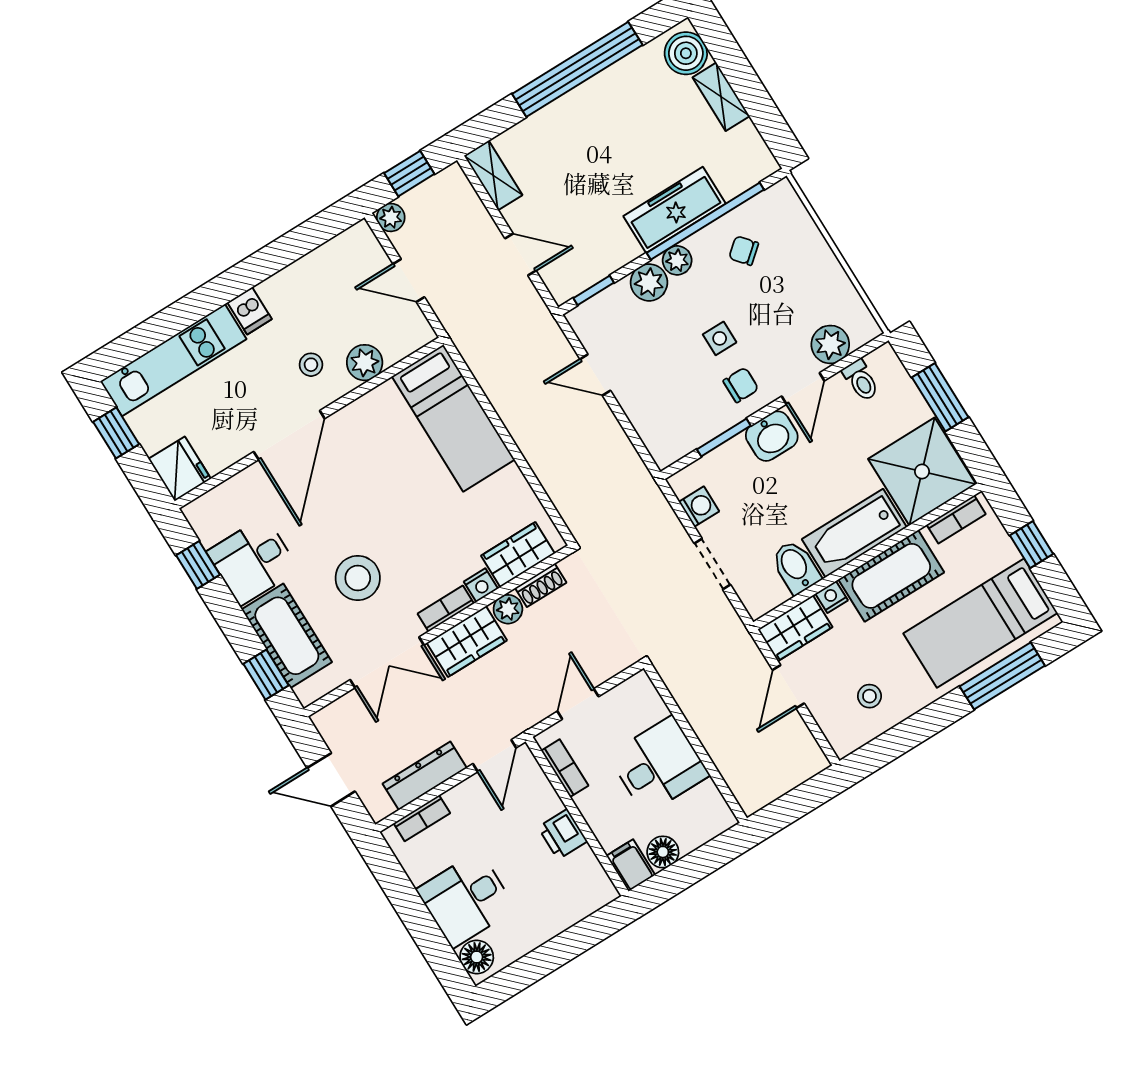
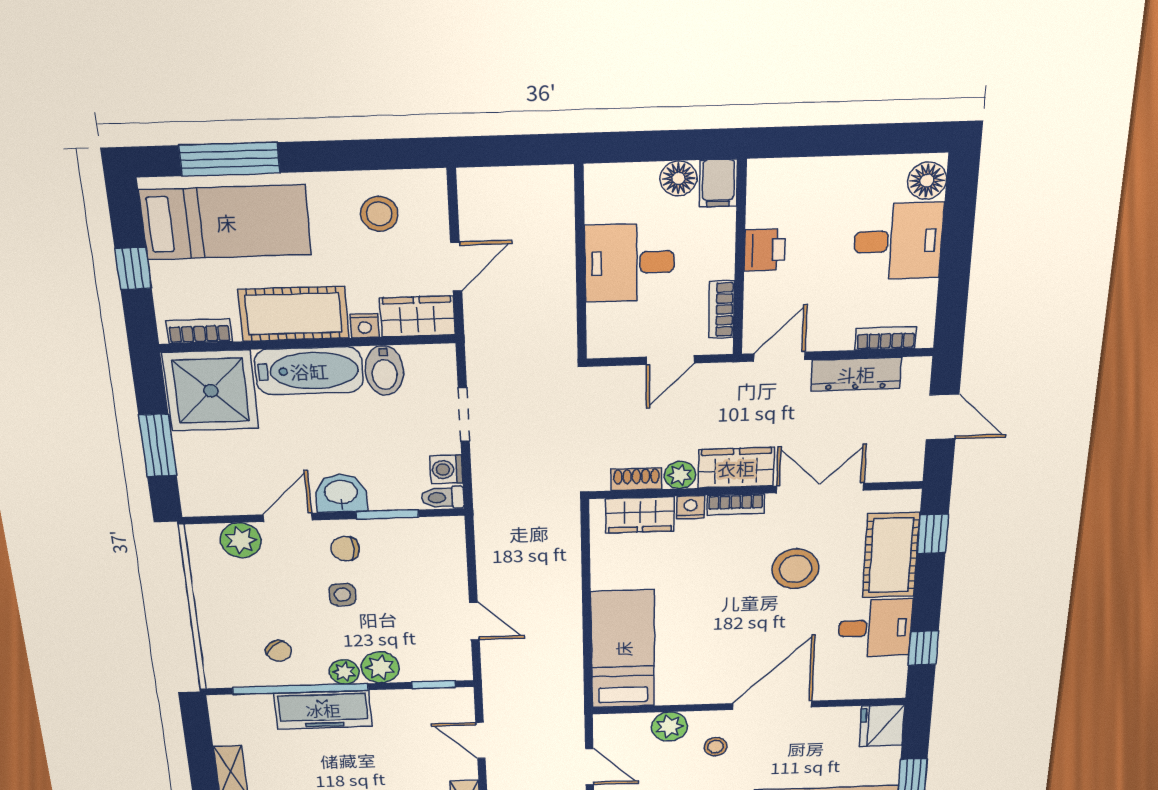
toilet: (861, 380) -> (443, 498), moved, turned -90
stool: (869, 696) -> (379, 214), width x1.37, depth x1.37

